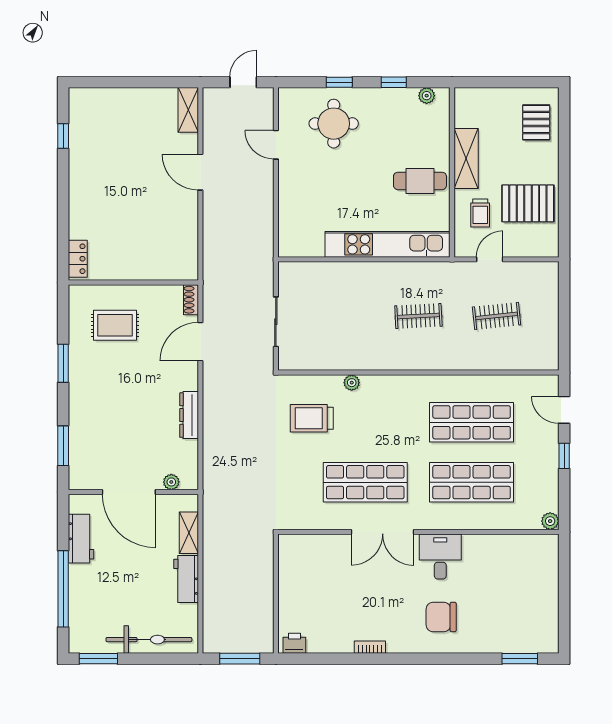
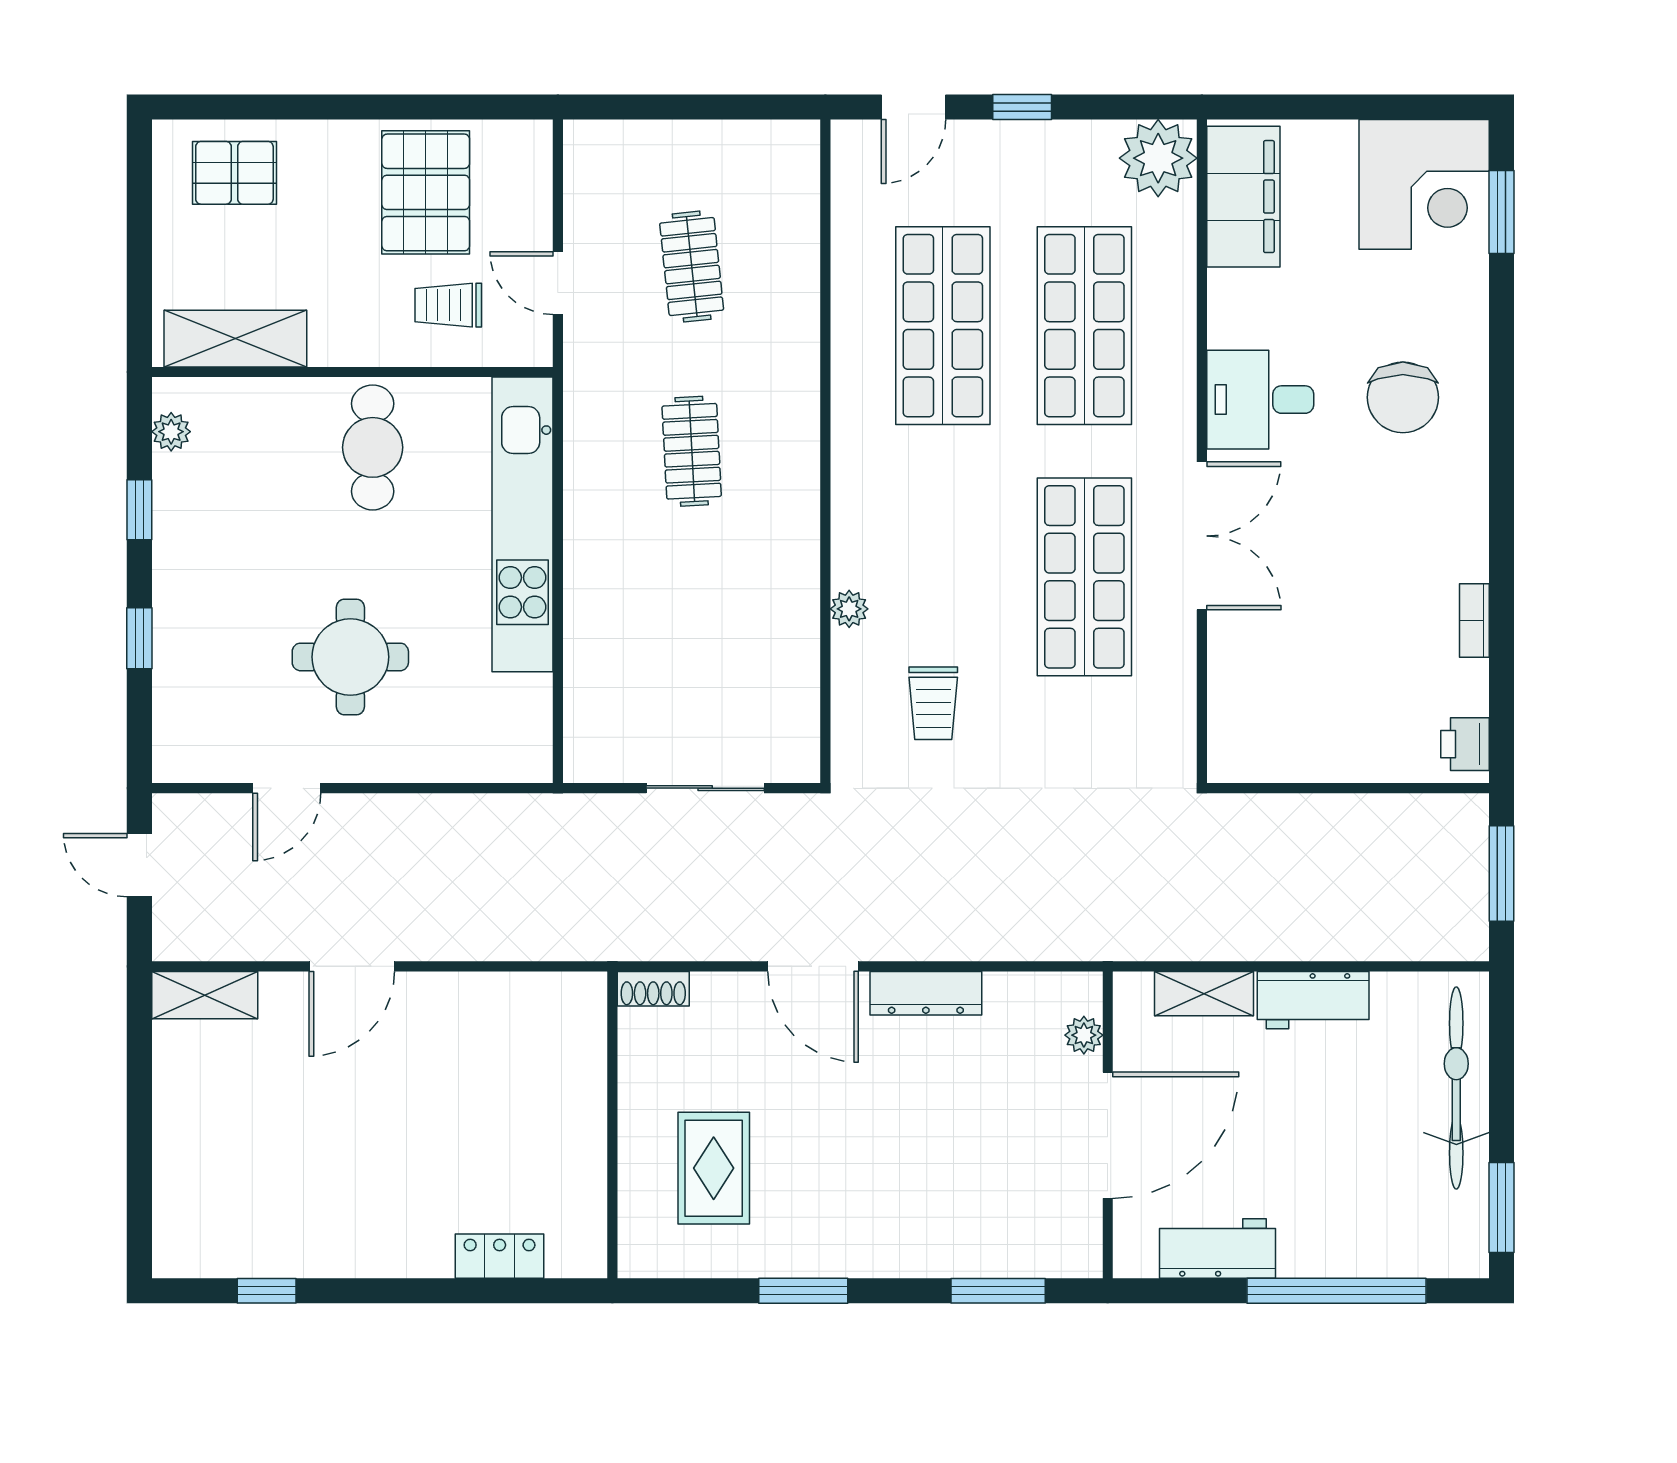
round table: (334, 124) -> (350, 657), moved
shelving: (466, 159) -> (235, 339), moved
trolley: (480, 213) -> (448, 305), turned 180
locker: (78, 259) -> (500, 1256), moved
door: (200, 342) -> (813, 966), moved
trolley: (312, 418) -> (933, 703), width x0.73, depth x0.72
plant: (550, 521) -> (1158, 158), width x1.87, depth x1.87
filing cabinet: (526, 549) -> (1243, 197), added
corner desk: (531, 626) -> (1424, 184), added
bookcase: (370, 647) -> (1474, 620), moved

